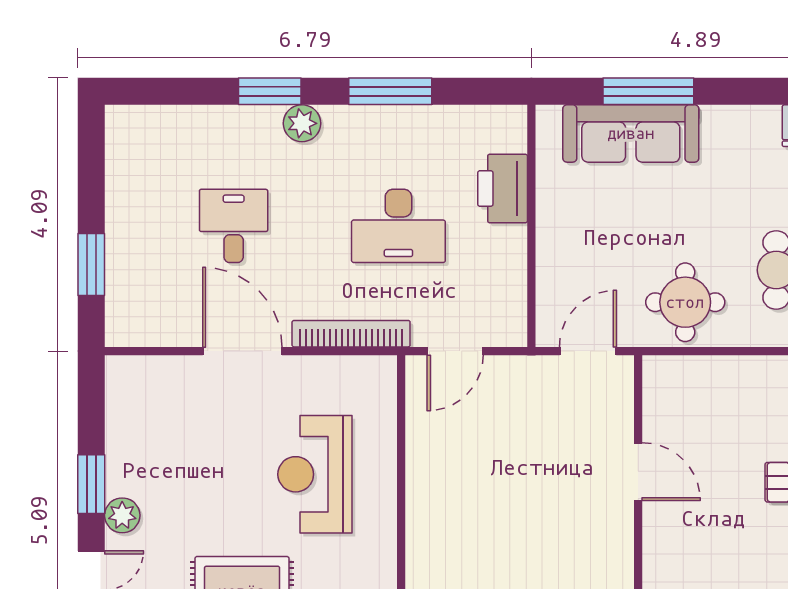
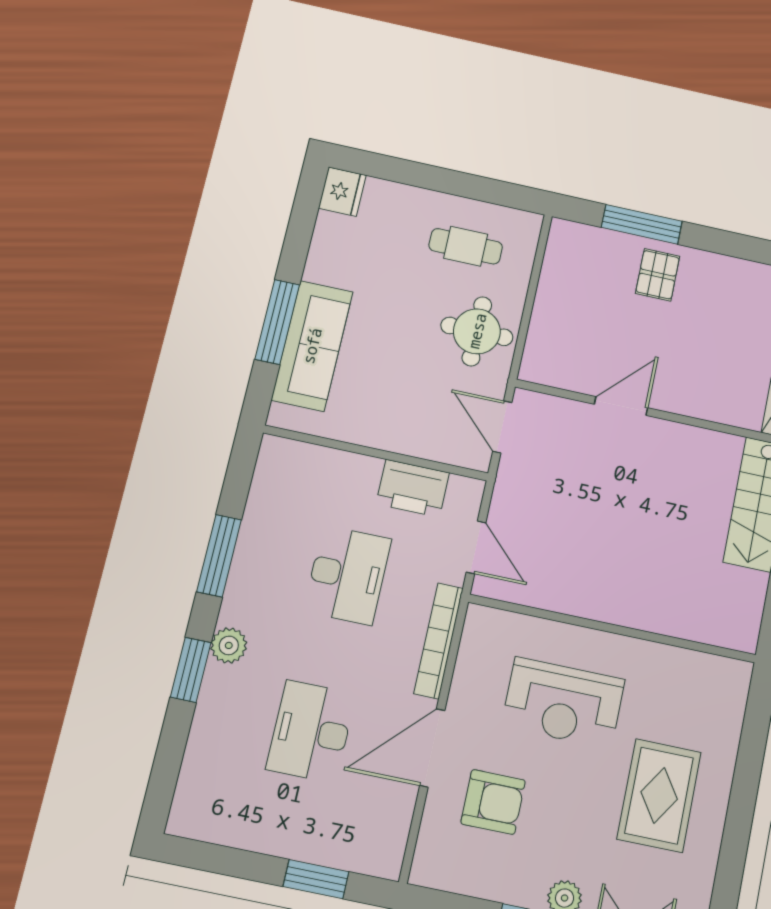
printer: (503, 188) -> (413, 488), moved
desk: (234, 226) -> (311, 732), width x1.37
armchair: (202, 424) -> (493, 802), added

